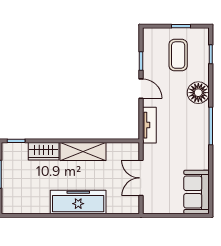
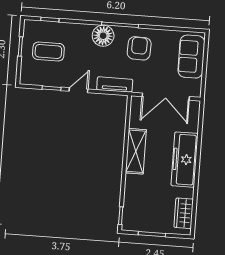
floor lamp: (198, 93) -> (103, 36), moved
armchair: (188, 147) -> (139, 48), added
wardrobe: (44, 151) -> (184, 213), moved, turned 180
double door: (141, 178) -> (166, 97), width x1.37
sofa: (197, 192) -> (191, 57), moved, turned 90

